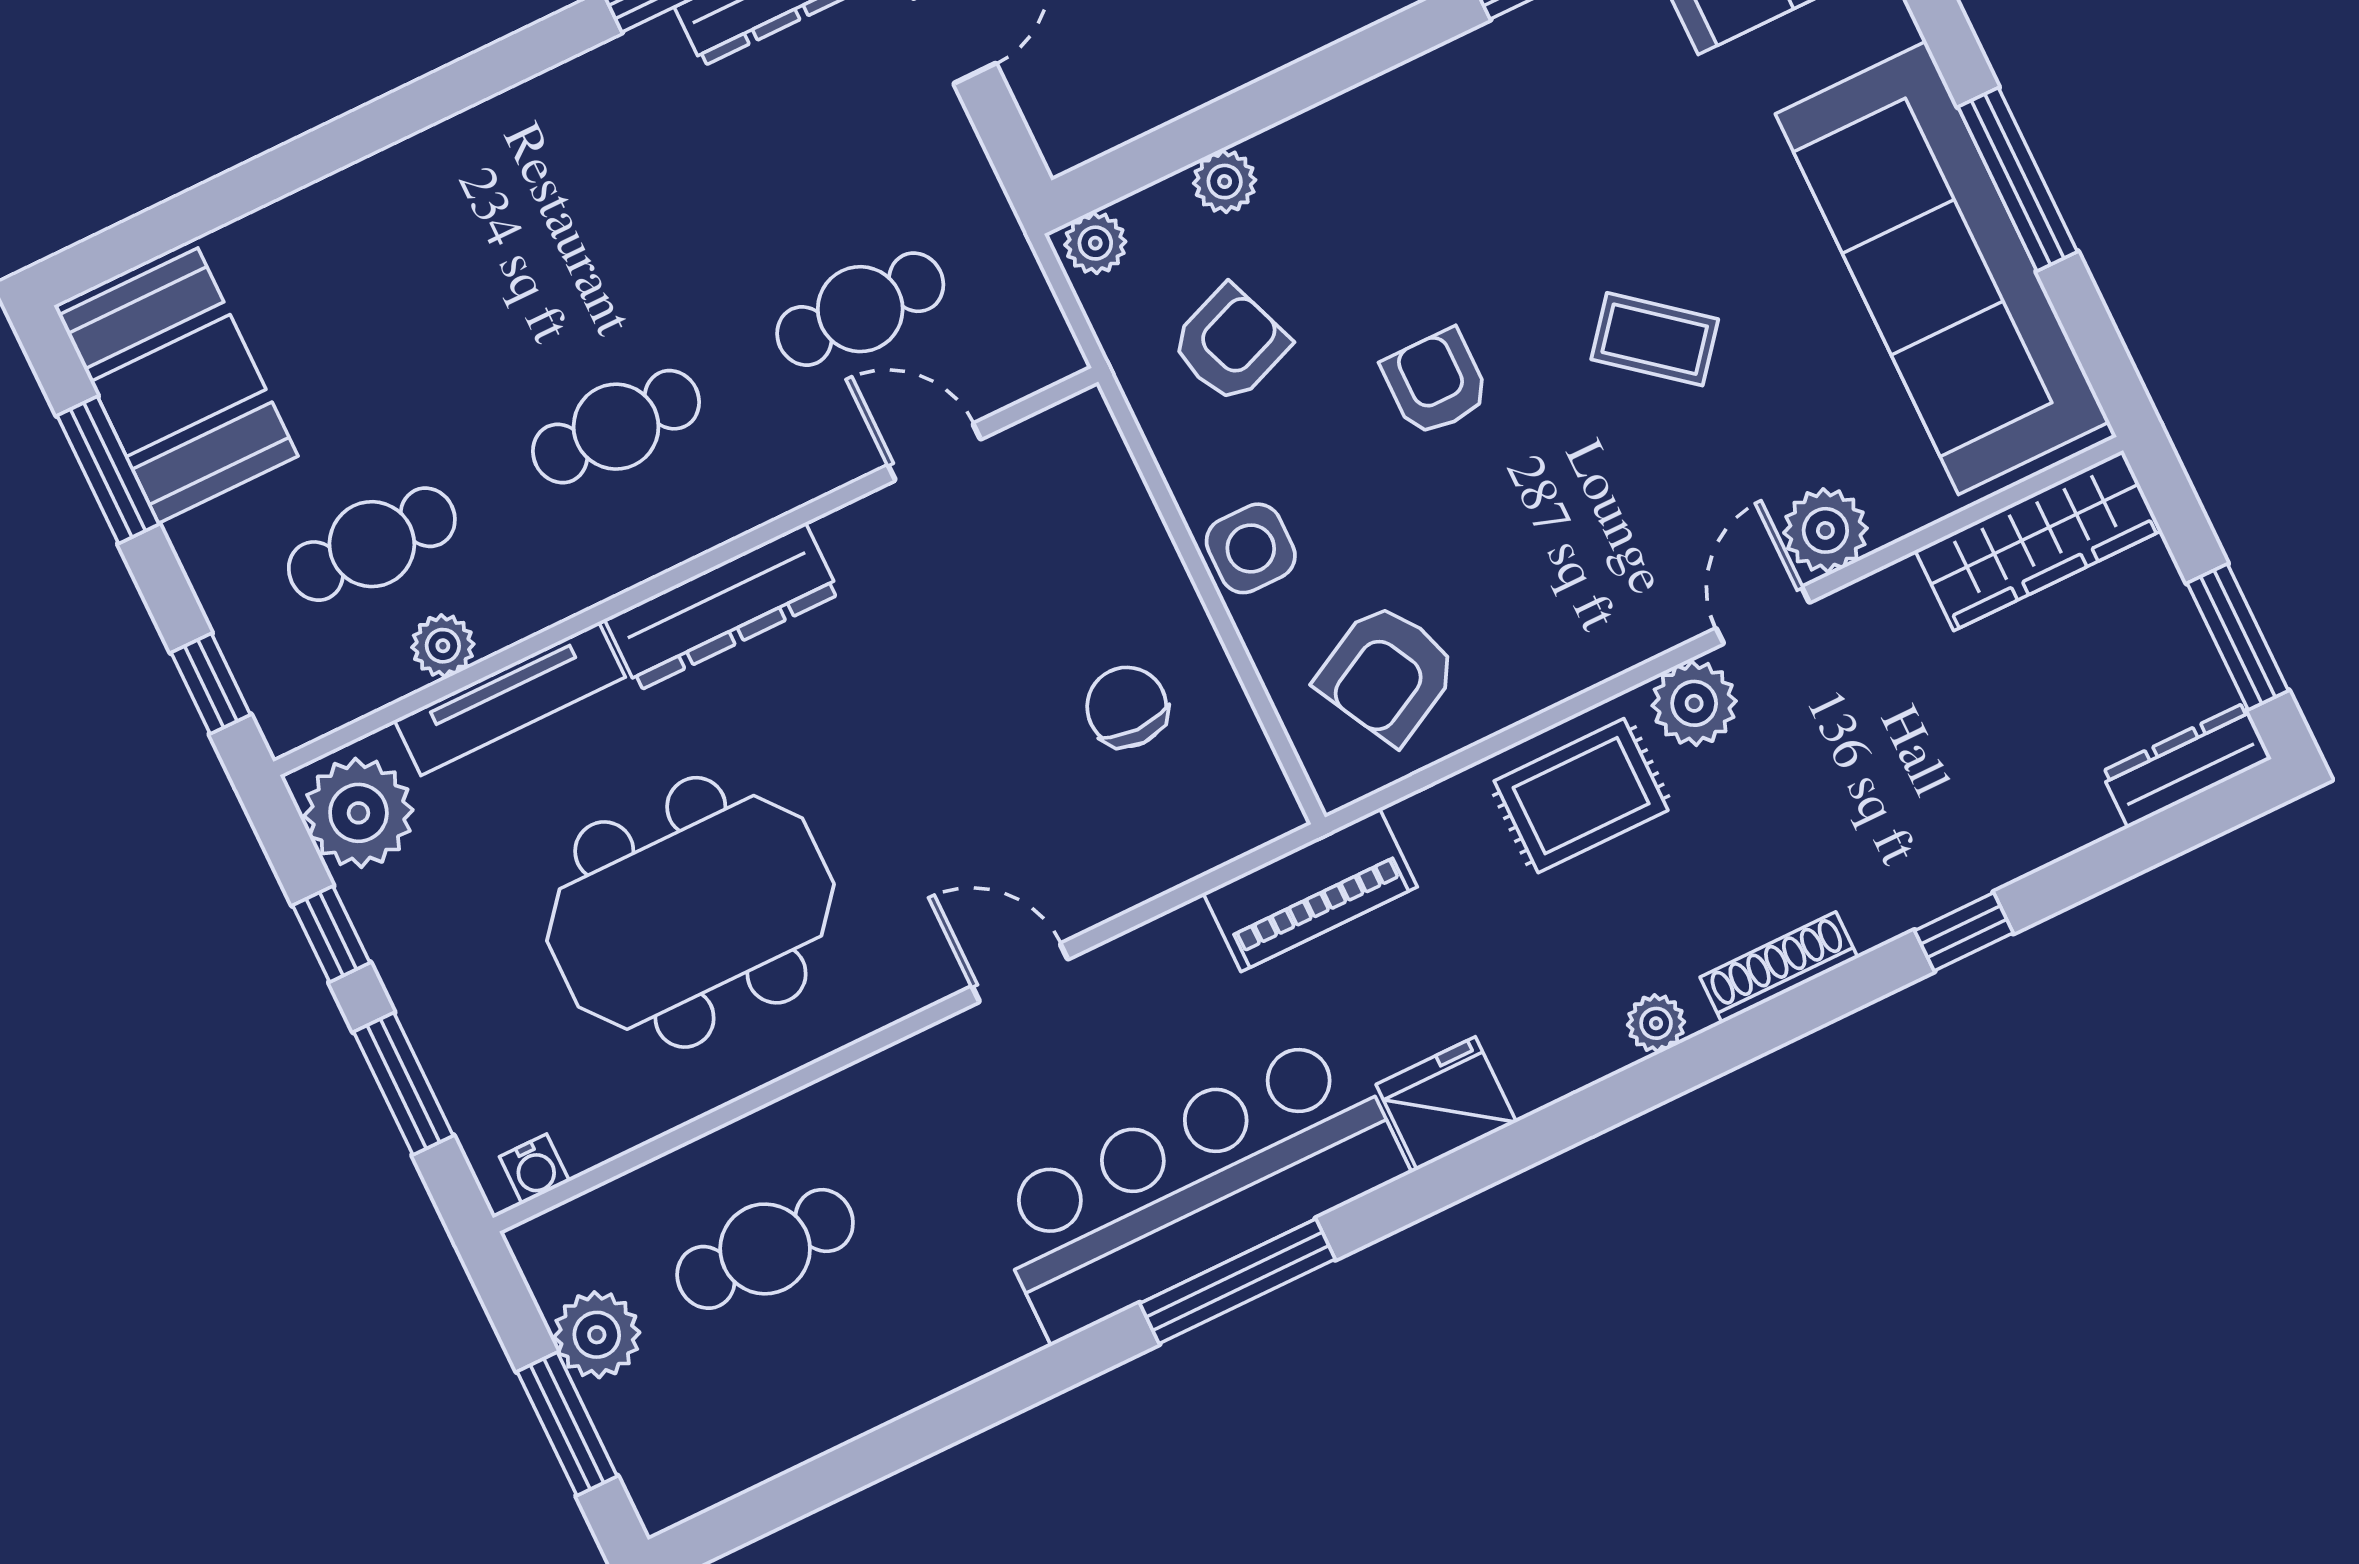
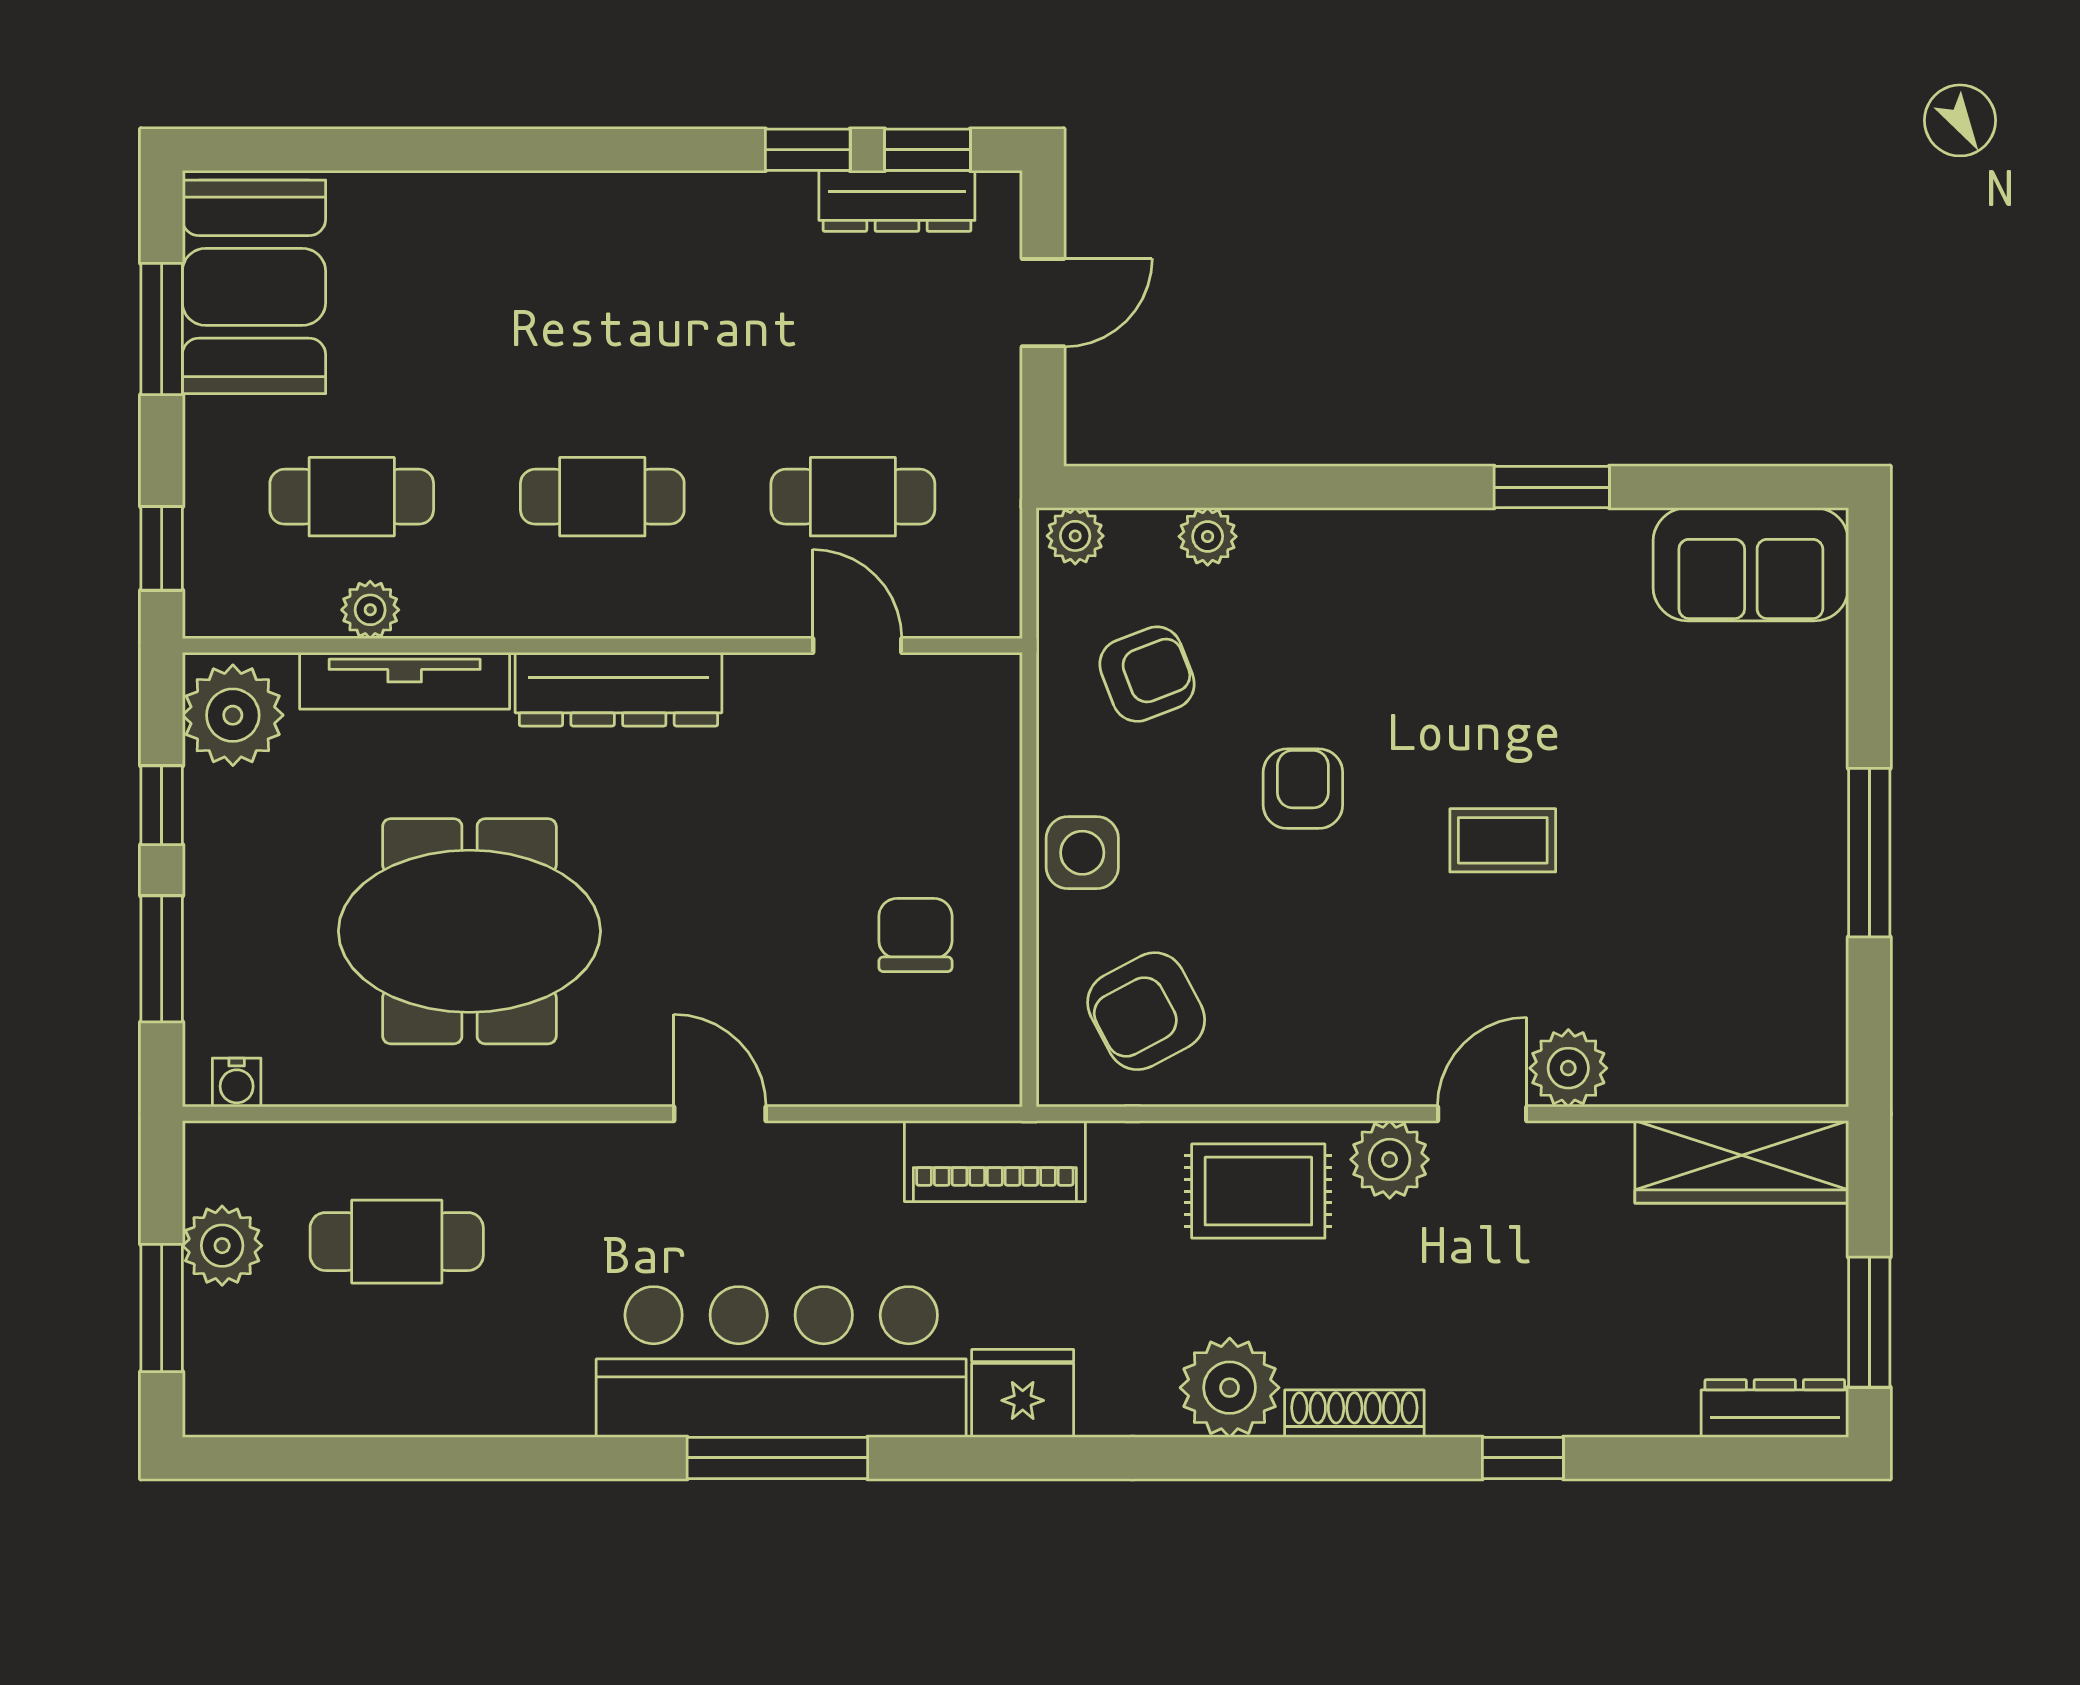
sofa: (1942, 268) -> (1771, 896), removed
coffee table: (1655, 339) -> (1503, 840), turned -39
plant: (1656, 1023) -> (1230, 1388), width x1.87, depth x1.87

